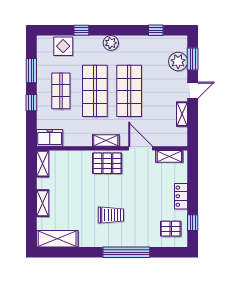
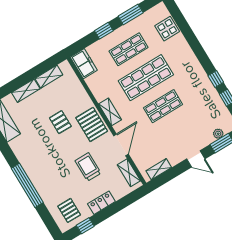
window: (81, 30) -> (216, 79), moved
plant: (111, 43) -> (194, 67), removed
plant: (178, 62) -> (218, 134), width x0.53, depth x0.53
shop shelf: (129, 91) -> (163, 106), width x0.70, depth x0.74
shelving: (182, 114) -> (159, 169), moved
shelving: (43, 164) -> (49, 77), moved
pallet: (88, 189) -> (60, 122), added
trolley: (111, 215) -> (88, 167), moved, turned 180

